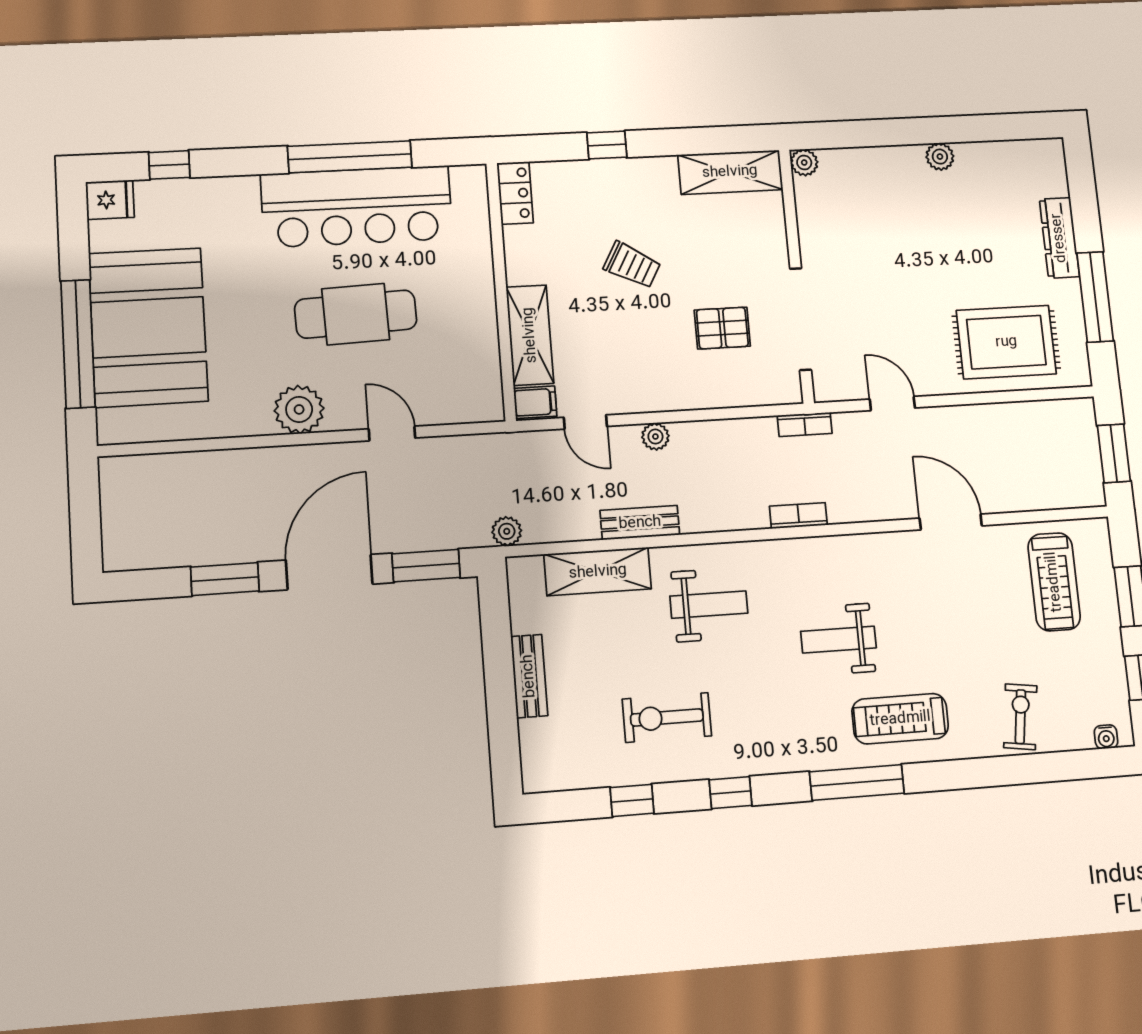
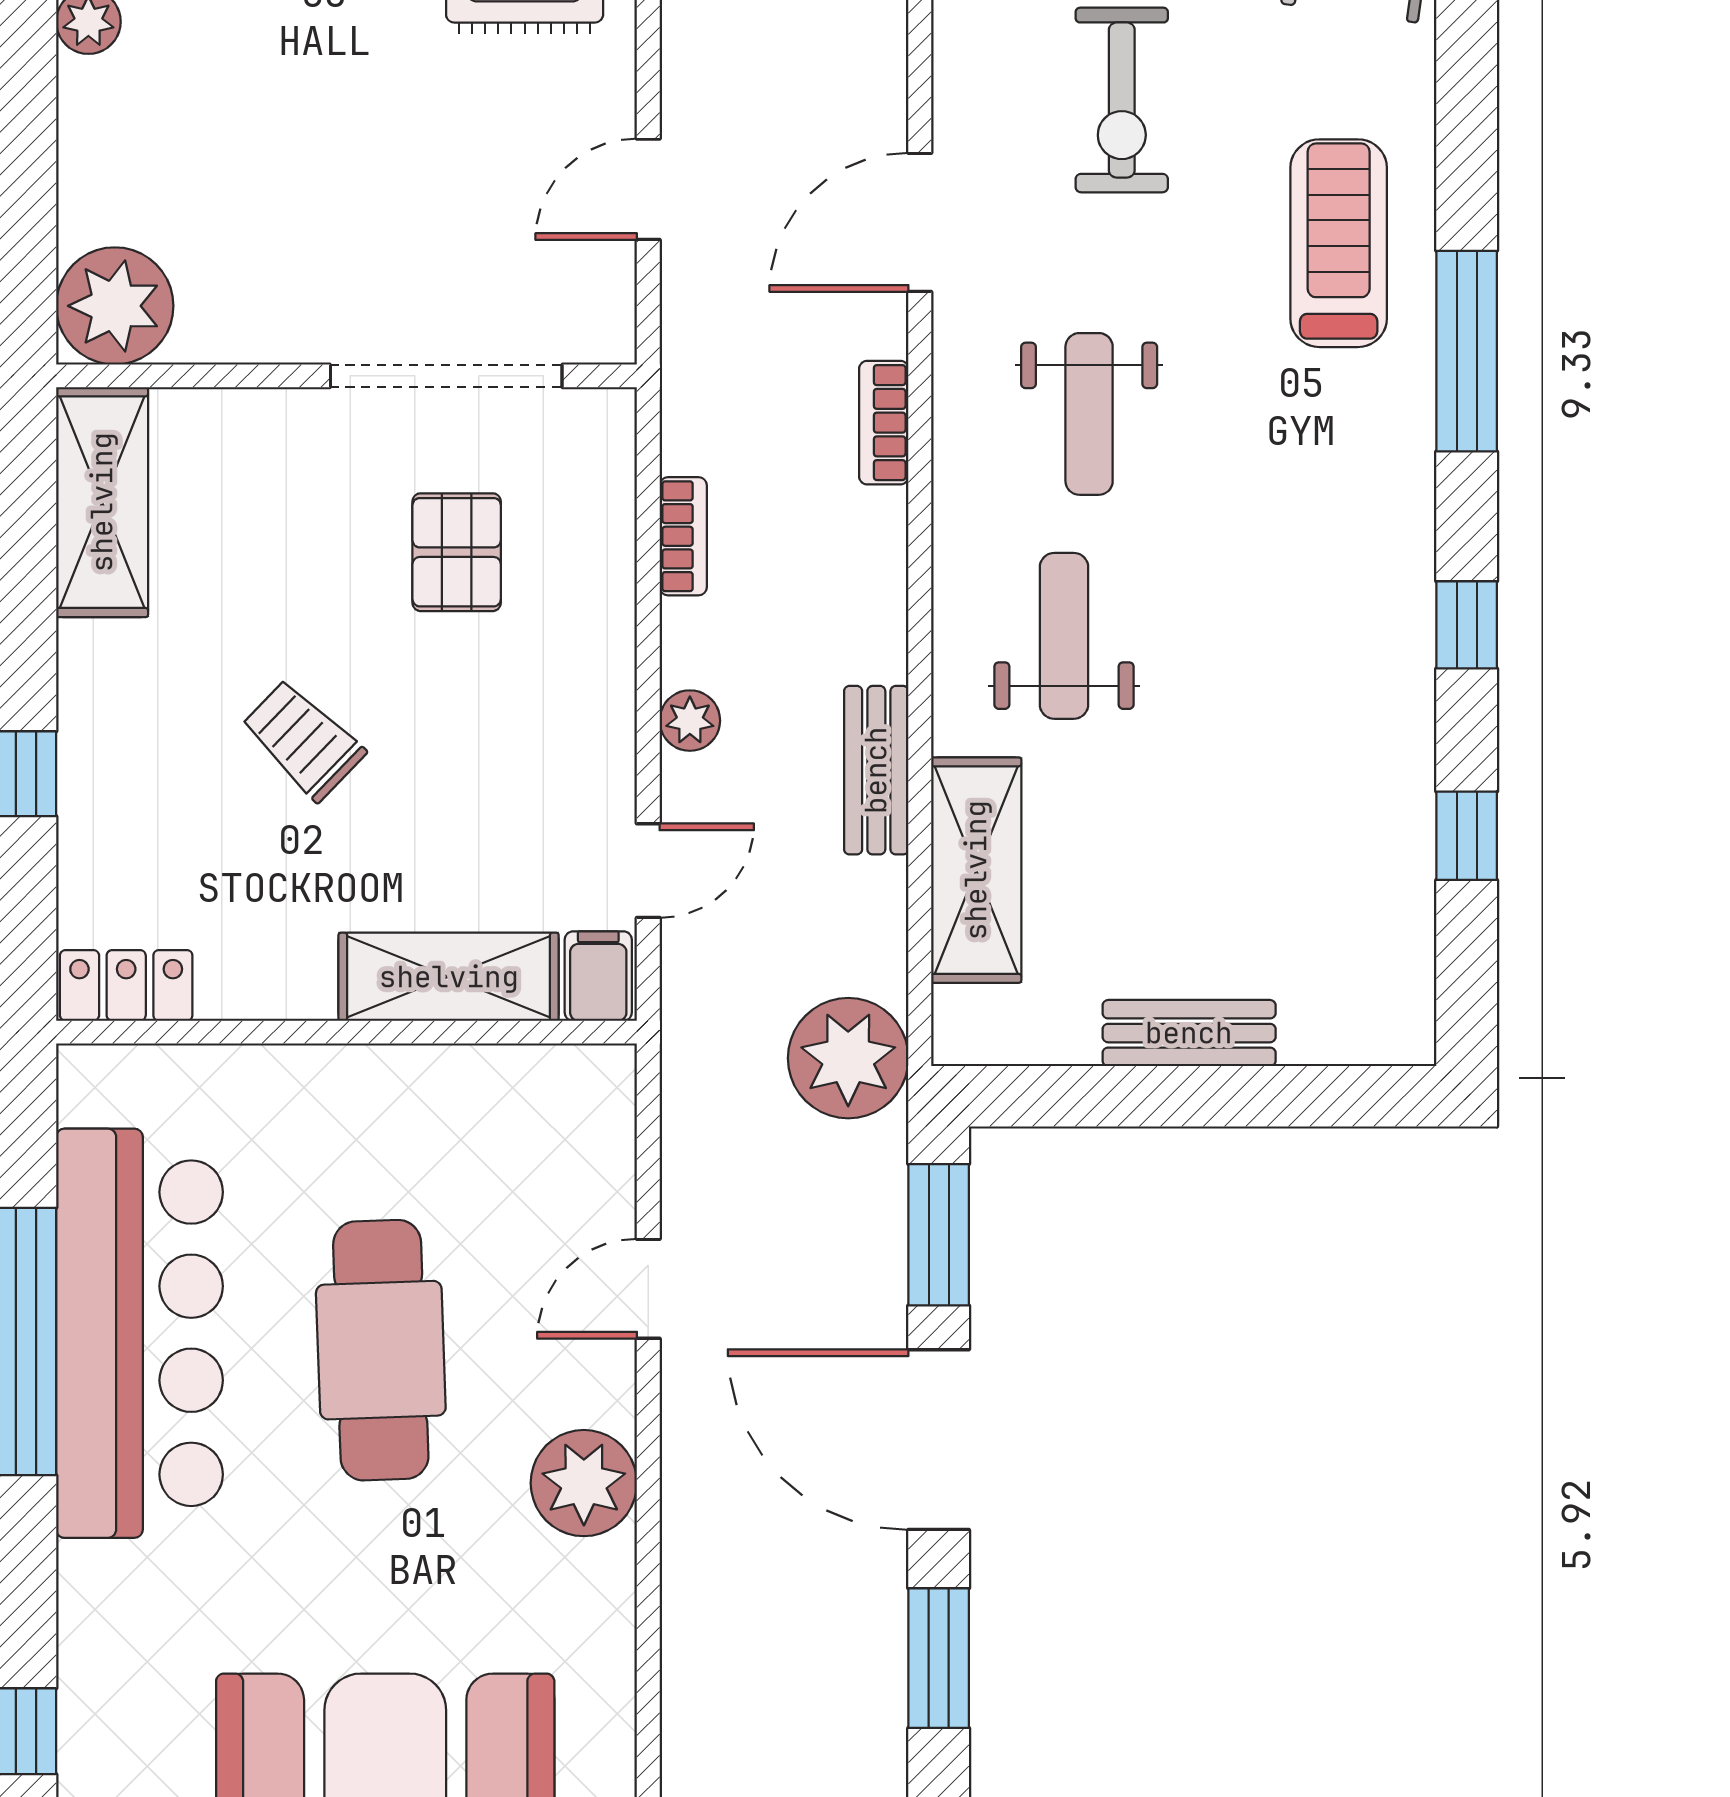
plant: (804, 162) -> (115, 306), width x1.88, depth x1.88
trolley: (632, 265) -> (303, 740), turned -75
bookcase: (805, 424) -> (683, 536), moved
door: (951, 522) -> (920, 222), moved
plant: (507, 531) -> (848, 1058), width x1.87, depth x1.87
weight bench: (838, 640) -> (1089, 414), moved
exercise bike: (667, 717) -> (1122, 100), moved
treadmill: (900, 719) -> (1339, 243), turned 180

